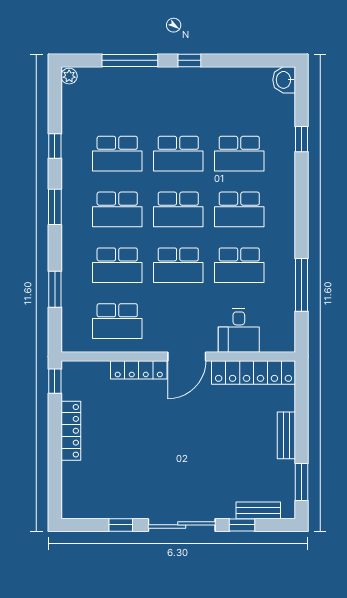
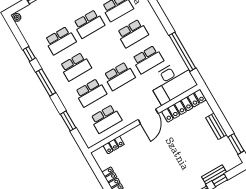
window: (55, 207) -> (46, 82), width x1.44
school desk: (178, 209) -> (104, 50), removed
window: (302, 285) -> (182, 52), width x1.46
desk: (239, 330) -> (172, 82), width x1.87, depth x1.30
locker: (139, 370) -> (114, 145), moved, width x0.66
window: (55, 381) -> (93, 164), removed
bench: (258, 510) -> (214, 175), moved

